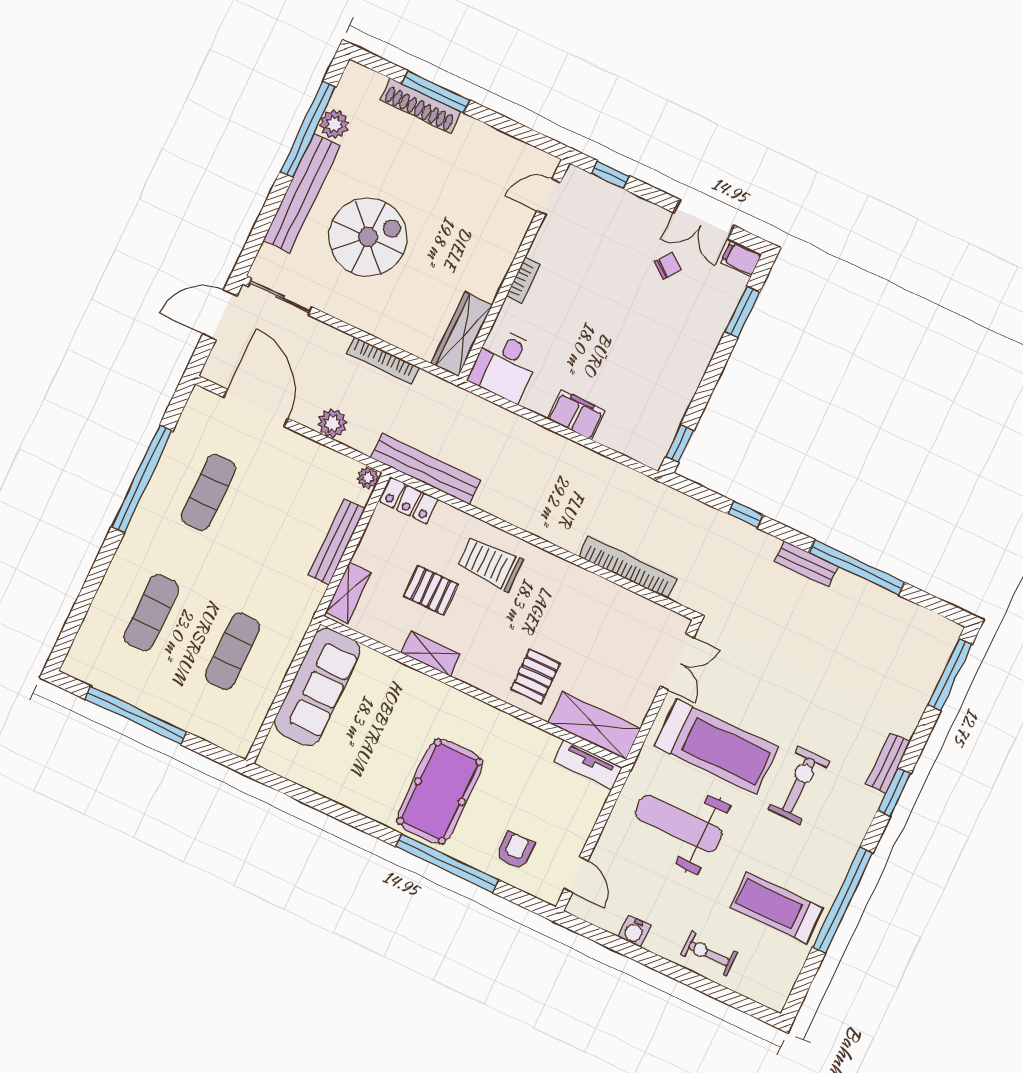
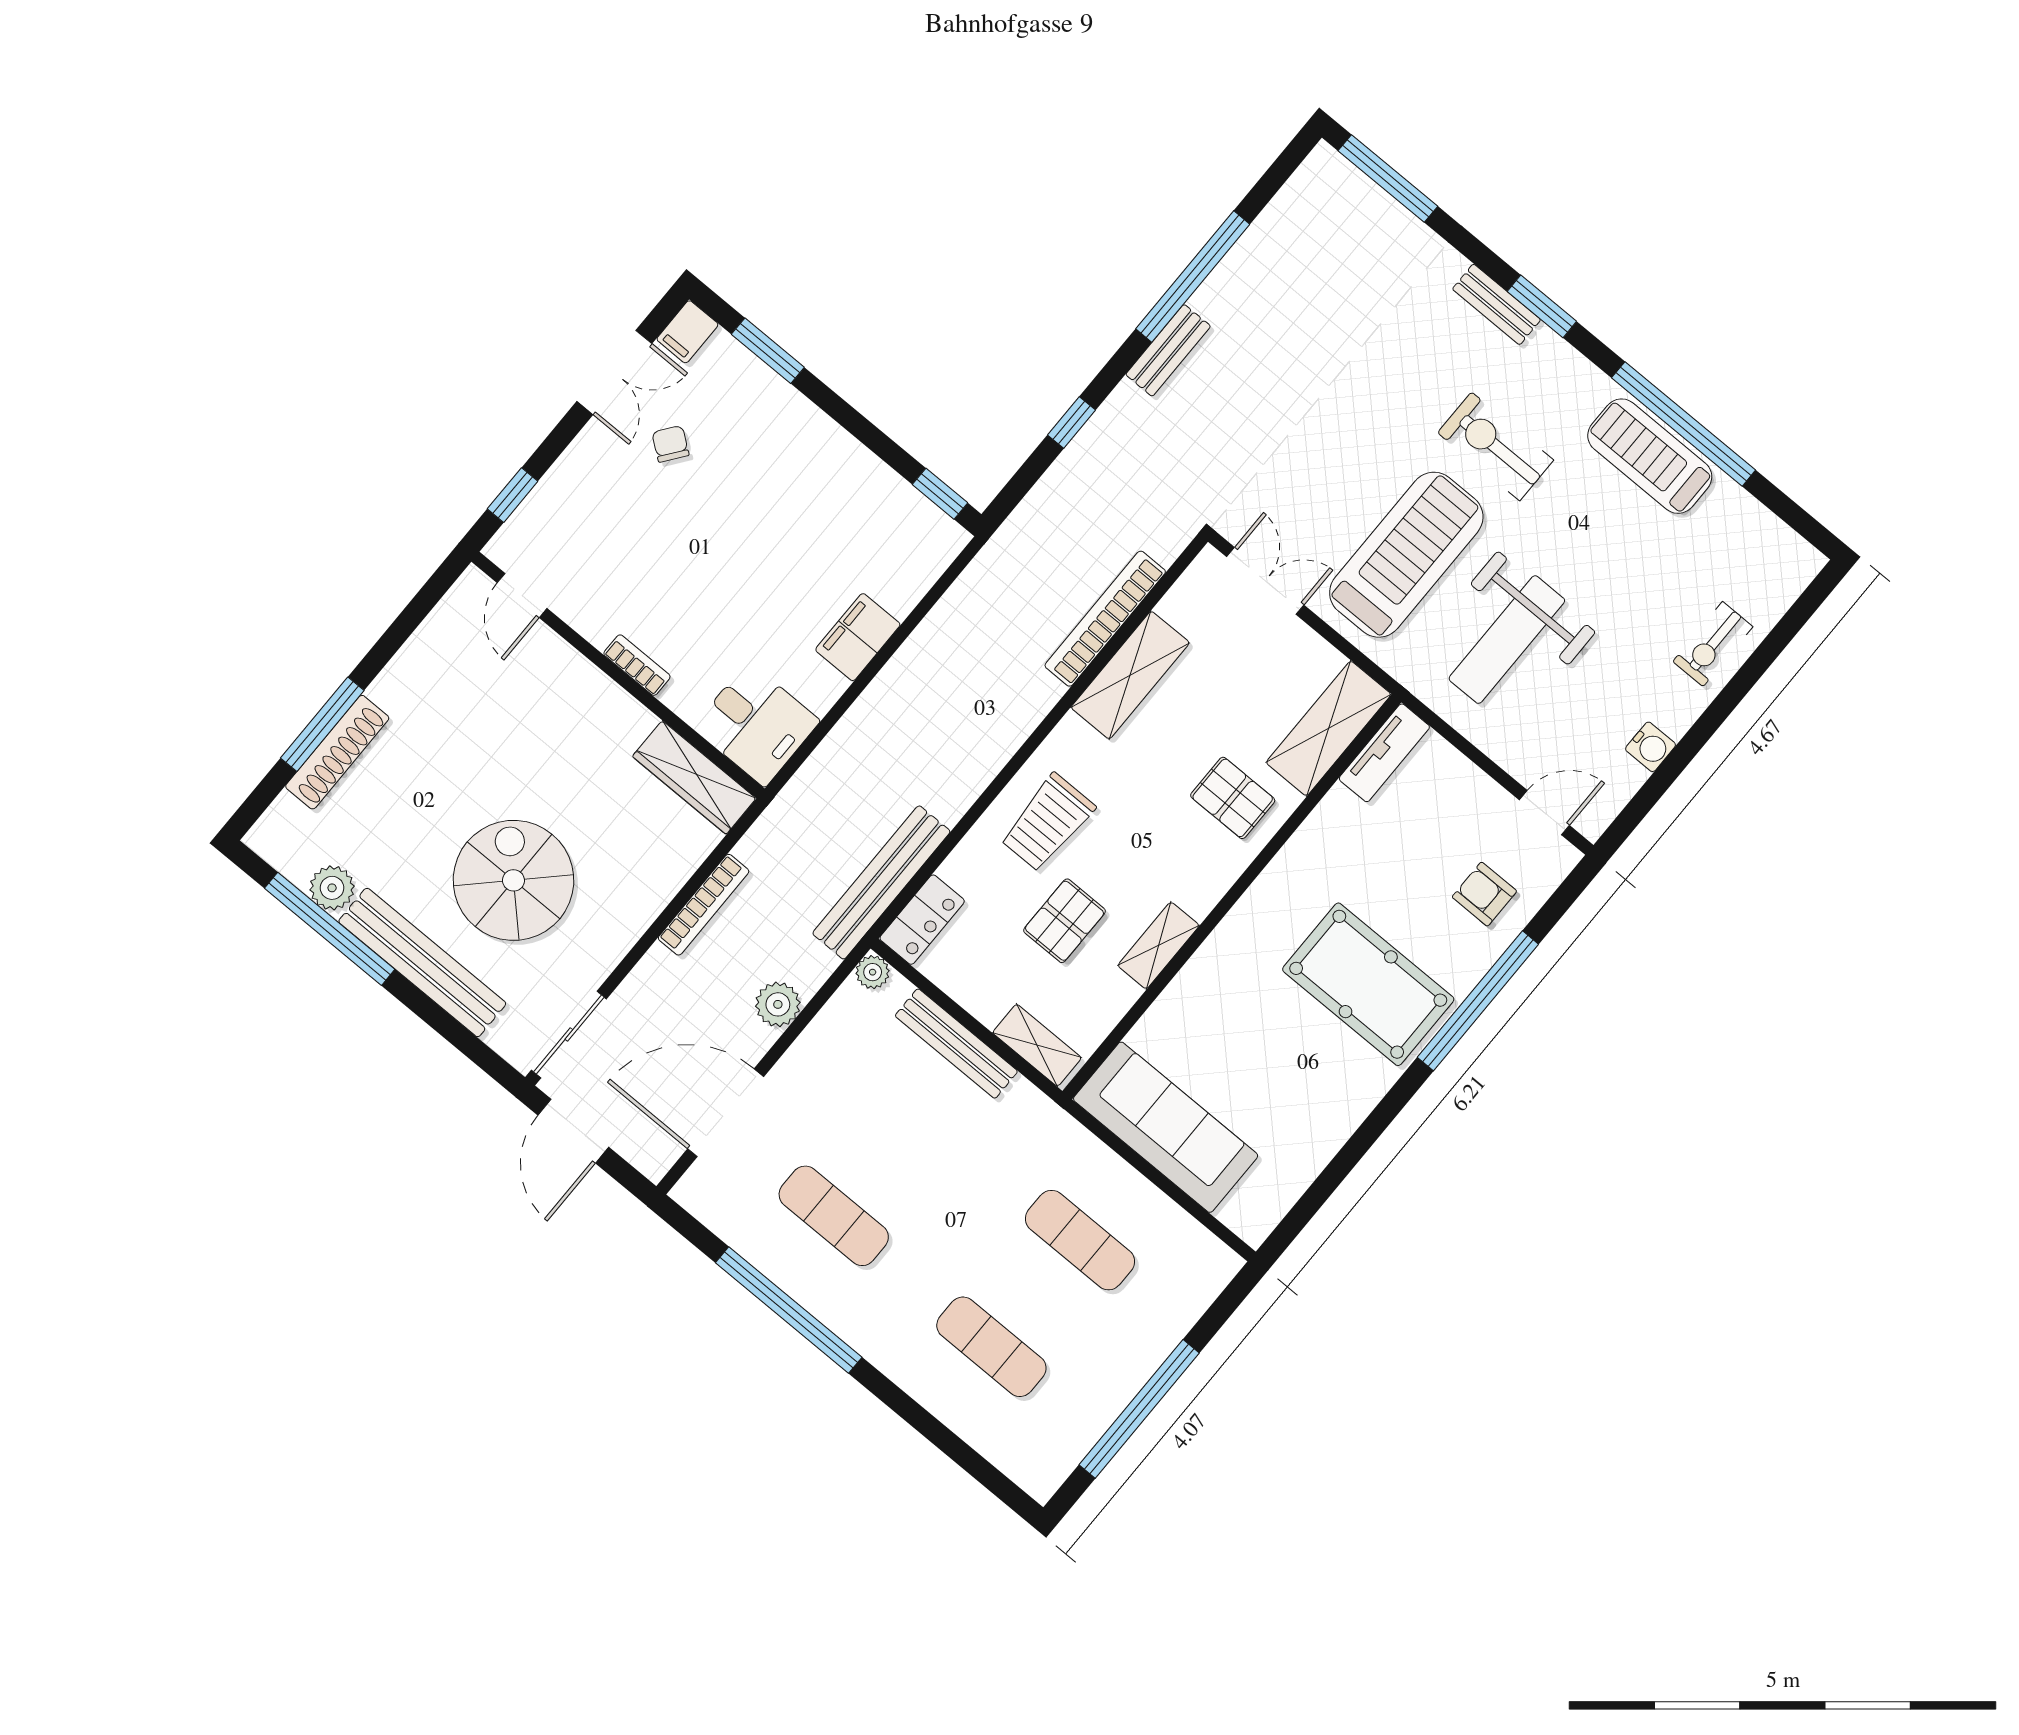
shelving: (596, 592) -> (1130, 675), added
treadmill: (777, 908) -> (1650, 456), moved, turned 90

